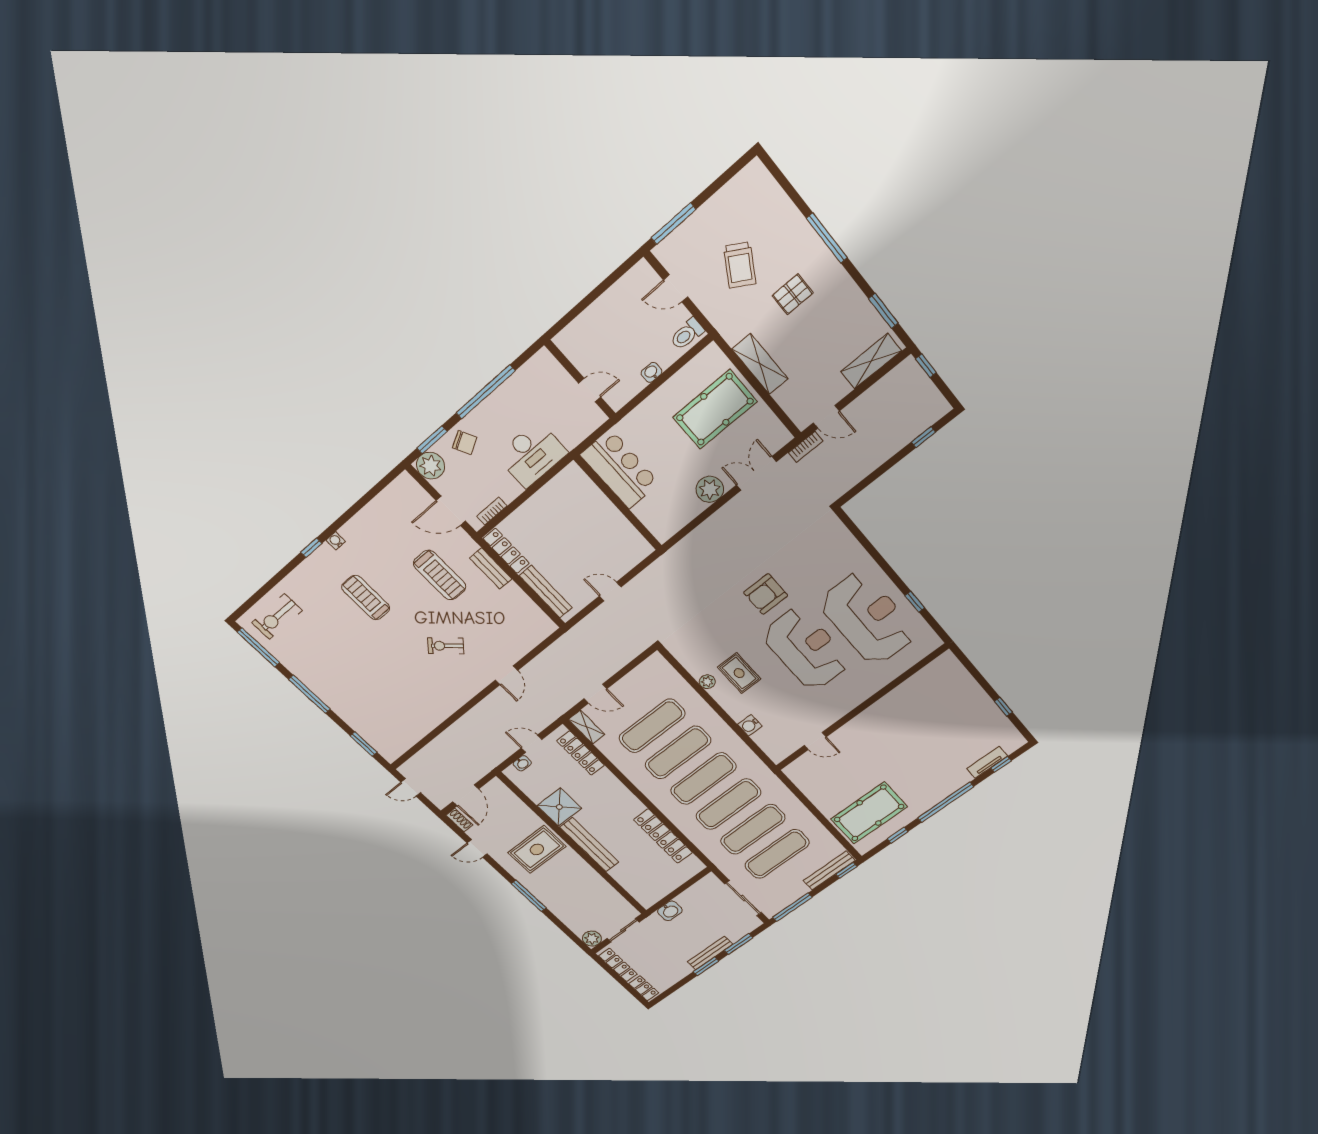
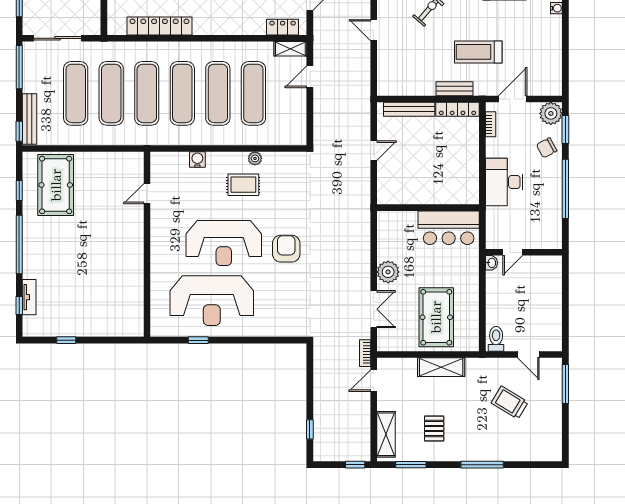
door: (676, 288) -> (528, 354), swing flipped
pallet: (793, 294) -> (434, 428), moved
washbasin: (652, 372) -> (491, 263), moved
locker: (581, 753) -> (283, 27), width x0.66

